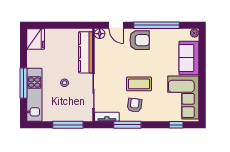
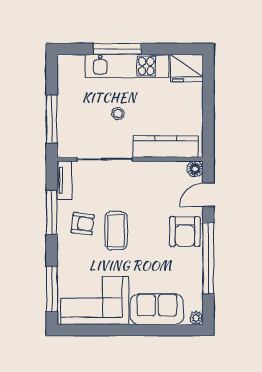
kitchen unit: (34, 95) -> (127, 66), moved
window: (176, 125) -> (52, 289), width x2.17

